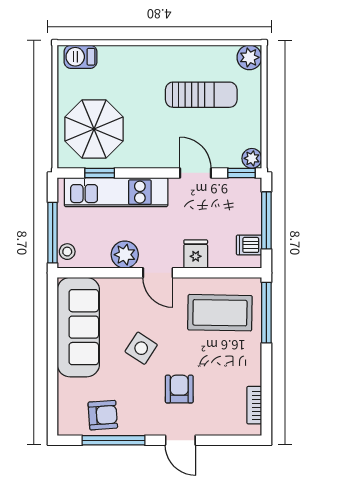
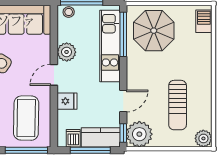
plant: (252, 158) -> (139, 134), width x1.88, depth x1.88
window: (100, 173) -> (123, 34), width x2.17
kitchen counter: (248, 205) -> (101, 137), added

